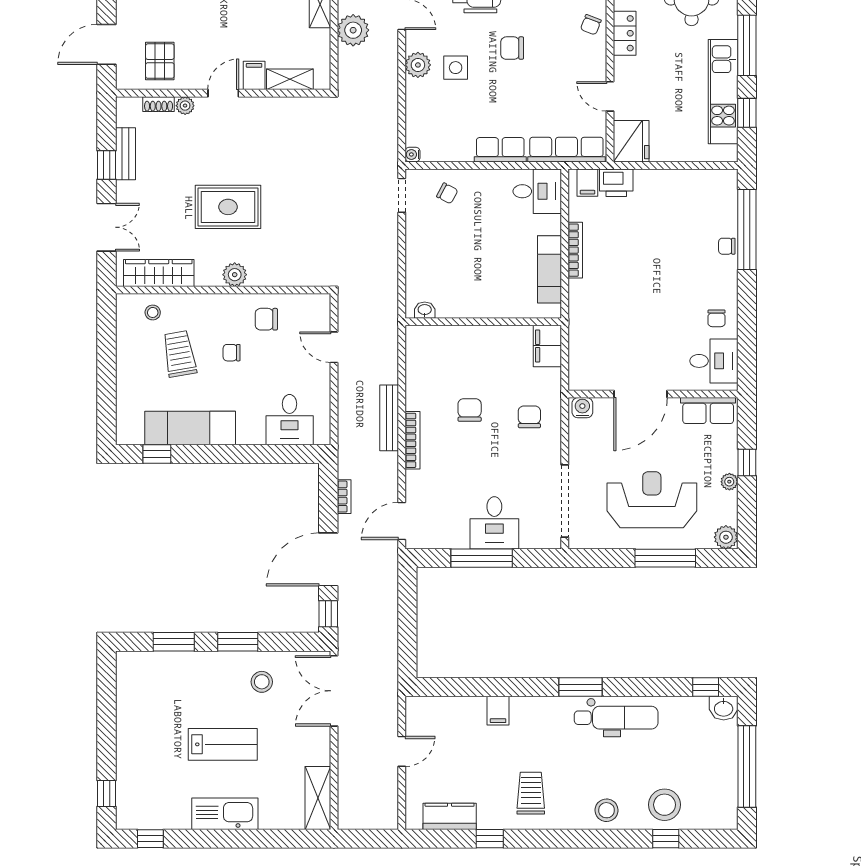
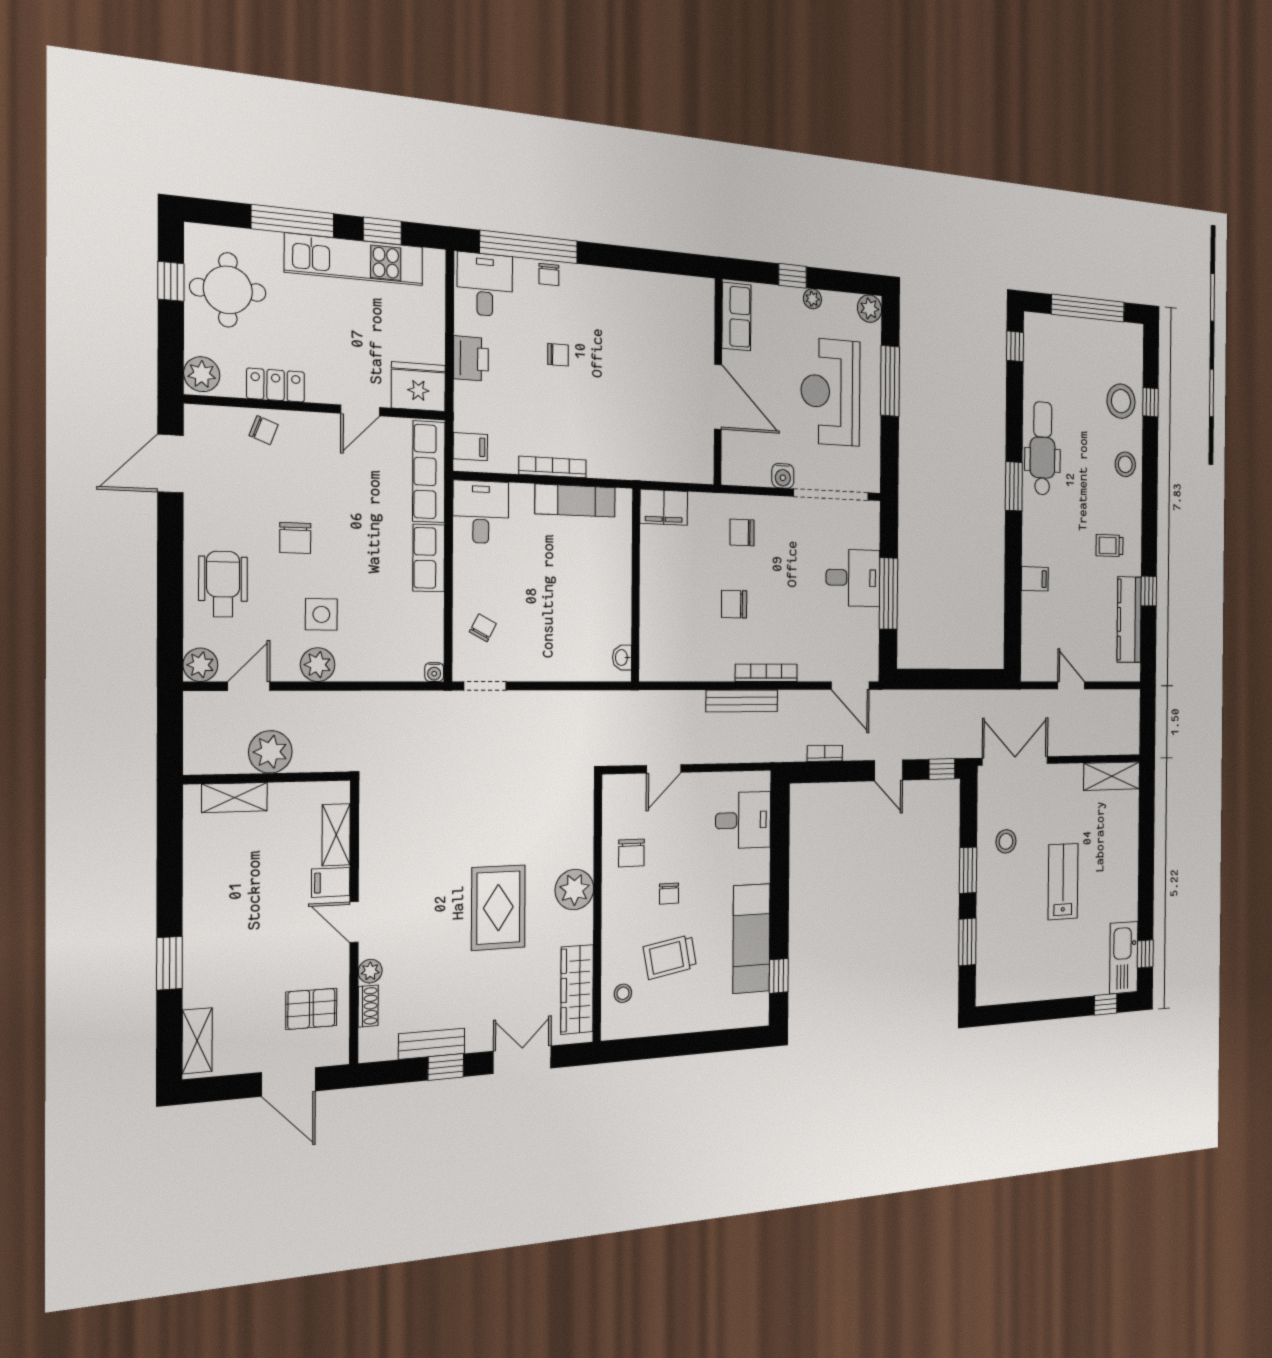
printer: (616, 183) -> (471, 359), moved
plant: (235, 275) -> (574, 890), width x1.36, depth x1.36
chair: (717, 318) -> (558, 355), moved
desk: (714, 361) -> (485, 285), moved
water cooler: (582, 408) -> (783, 476), moved, turned -90
door: (328, 559) -> (889, 770), width x0.53
double door: (334, 691) -> (1015, 761), swing flipped
washbasin: (724, 708) -> (1035, 328), removed
trolley: (531, 793) -> (1110, 546), width x0.73, depth x0.72
kitchen sink: (225, 814) -> (1124, 958), moved
kitchen counter: (450, 816) -> (1129, 620), width x1.50

